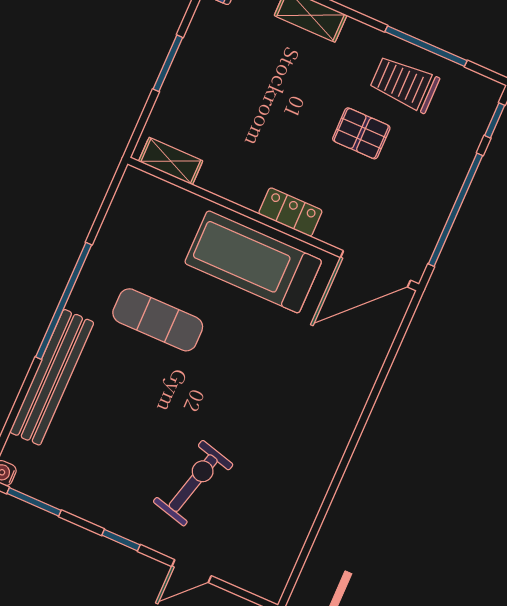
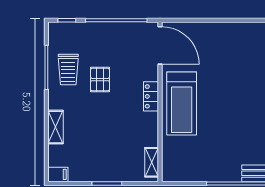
exercise mat: (158, 320) -> (228, 136), removed

